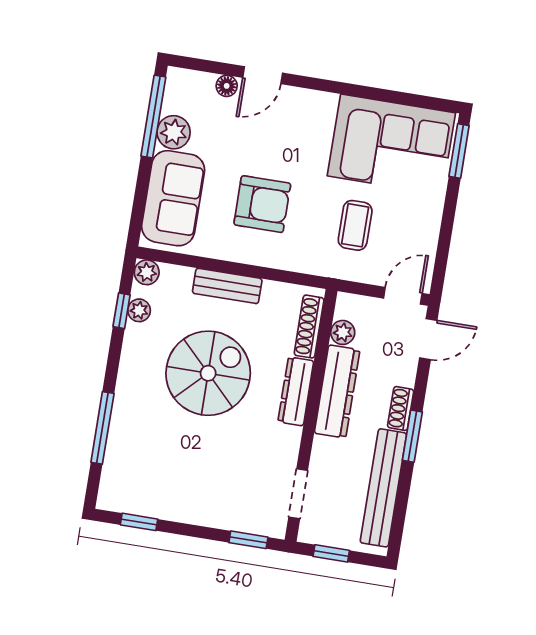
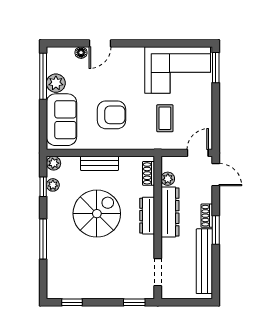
shoe rack: (309, 327) -> (149, 173), width x0.70
door: (428, 339) -> (216, 175), hinge flipped
window: (102, 428) -> (43, 239), moved
window: (331, 553) -> (181, 302), removed

